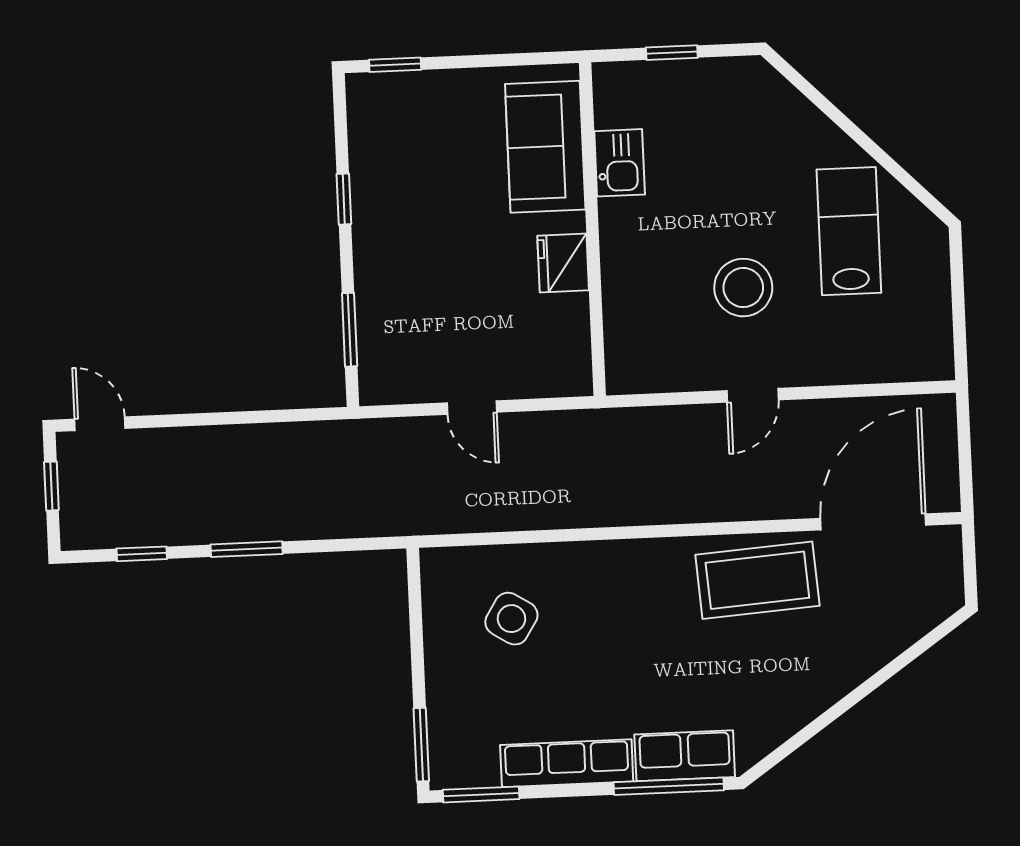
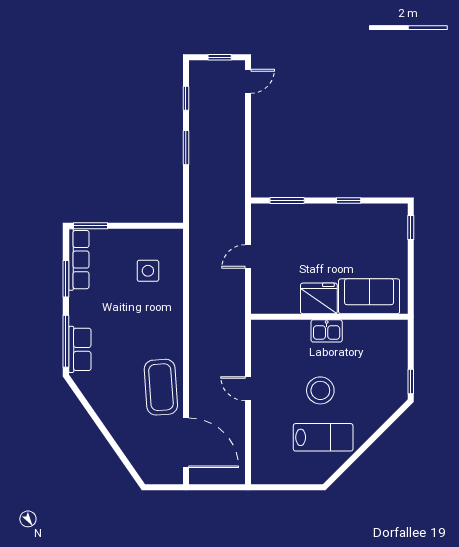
window: (672, 53) -> (411, 381), moved
kitchen sink: (620, 163) -> (327, 331), moved
fridge: (563, 263) -> (319, 298), width x1.36, depth x1.34
stool: (743, 288) -> (320, 390), moved
side table: (511, 619) -> (148, 271), turned -32
row of seats: (567, 763) -> (79, 260), moved
window: (481, 794) -> (66, 279), moved

